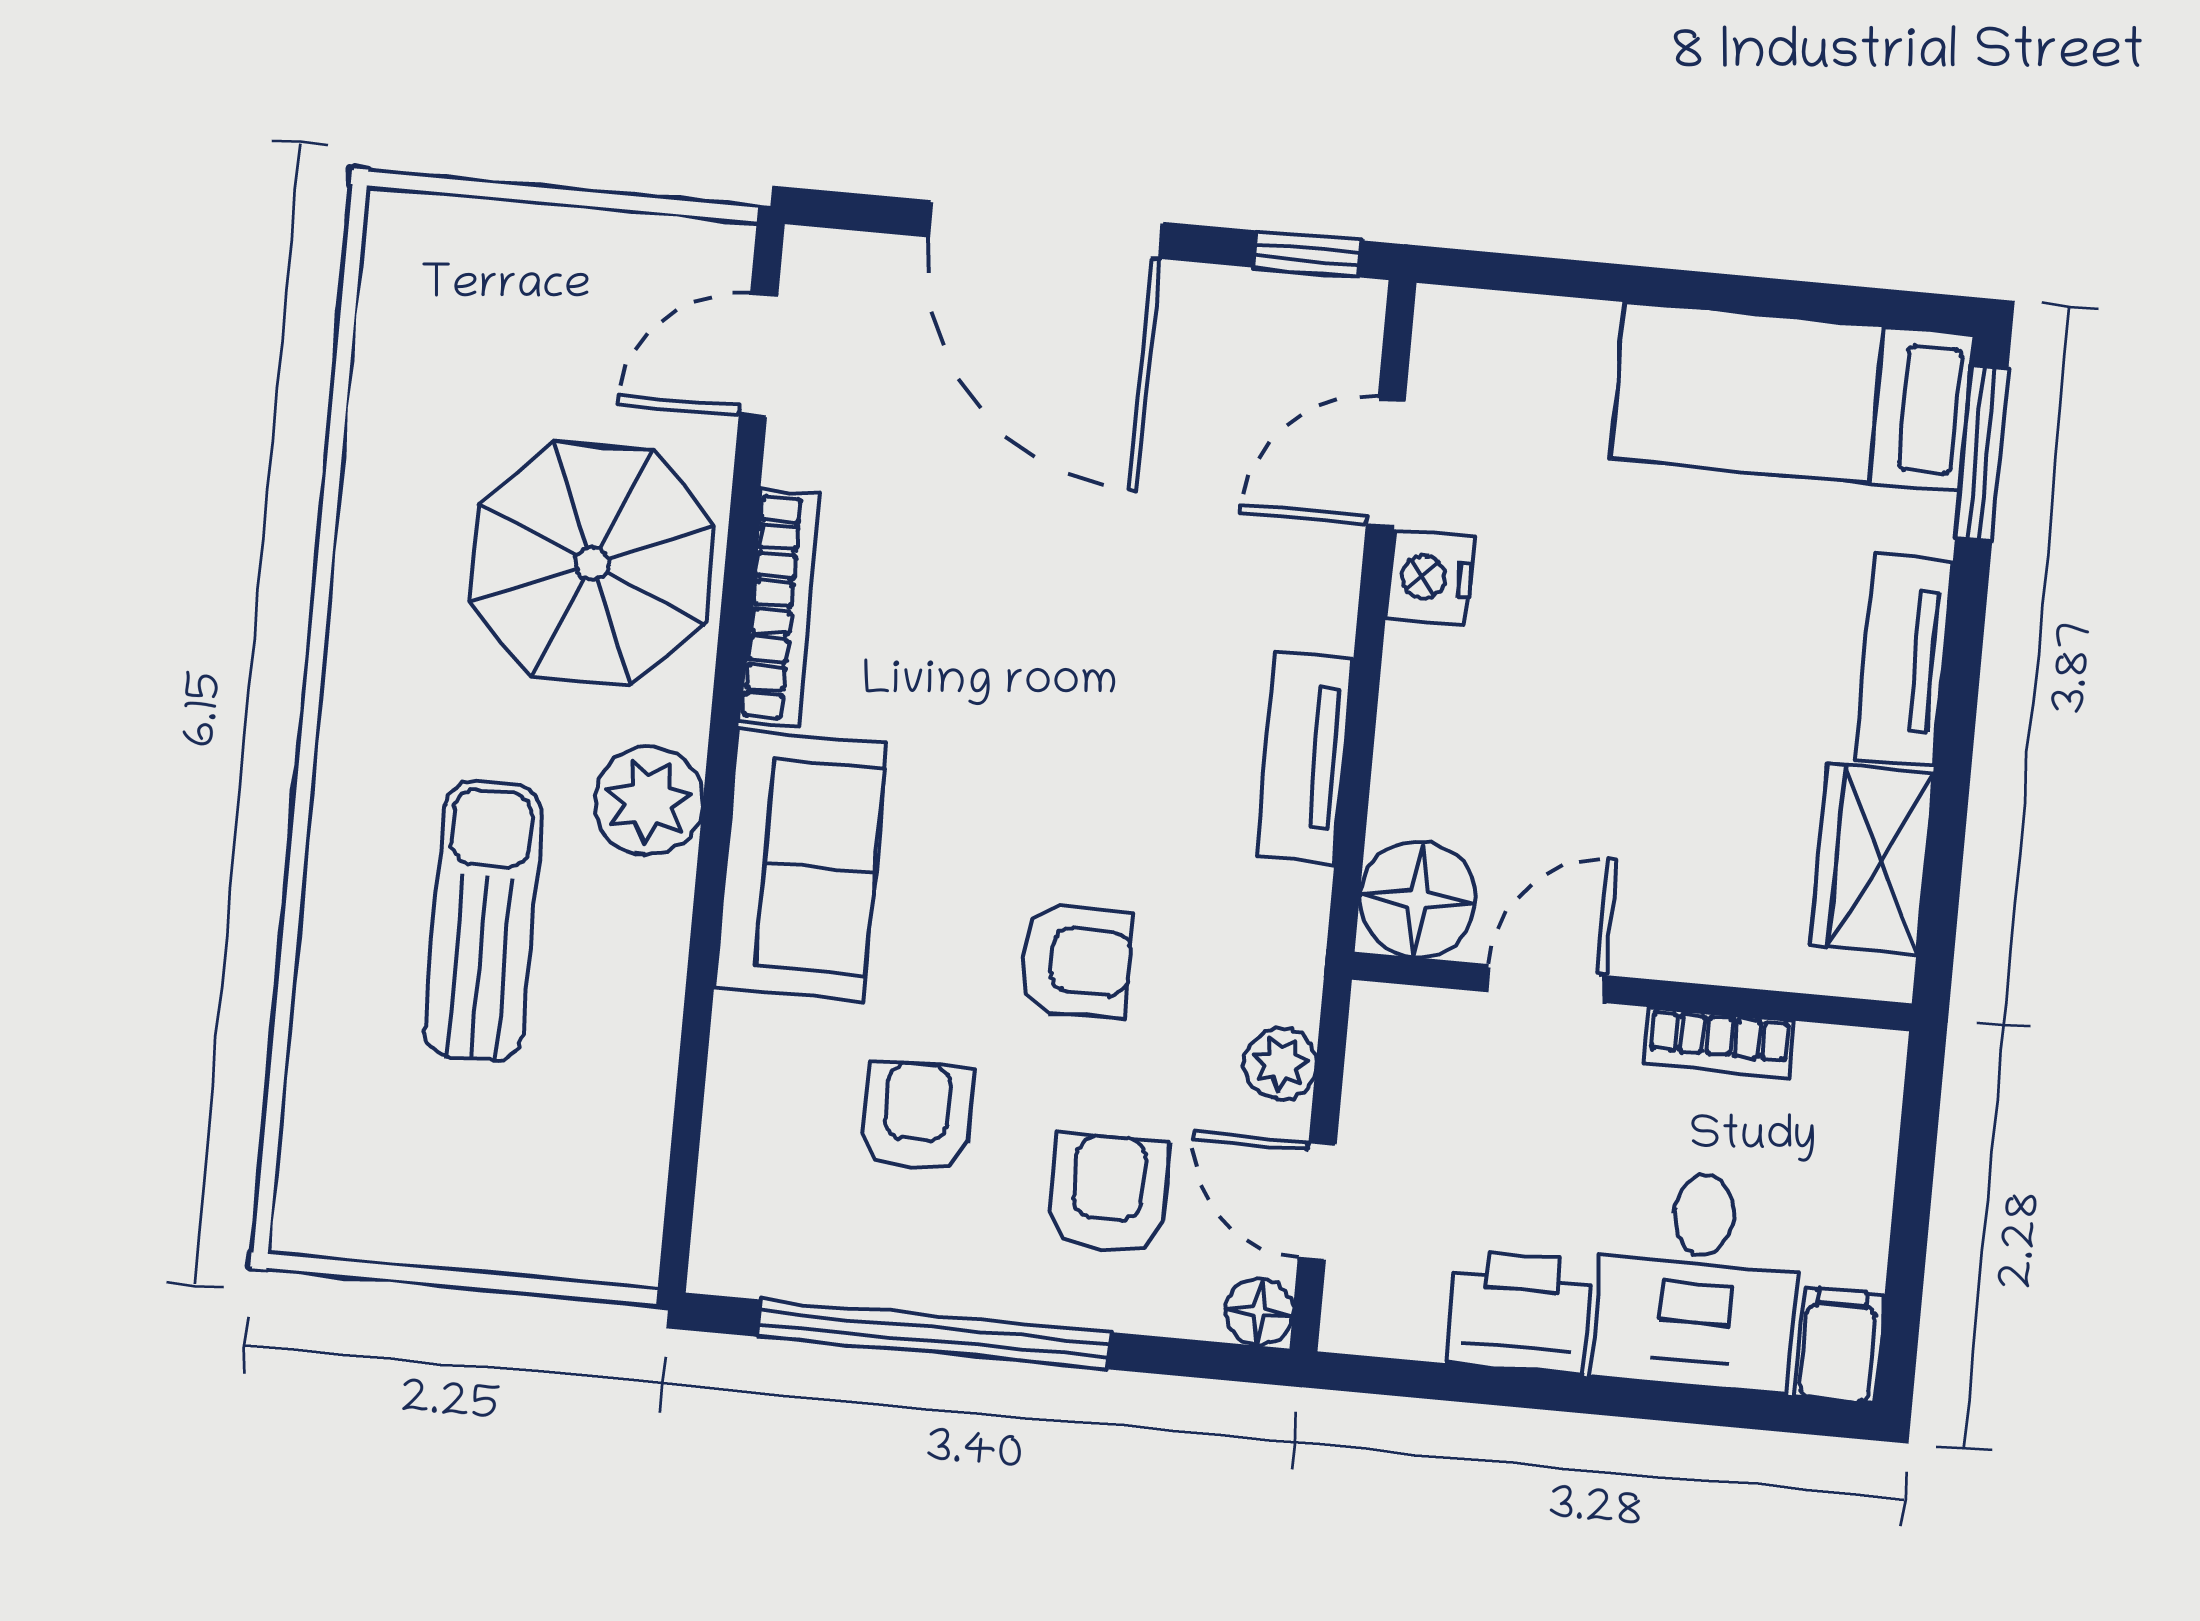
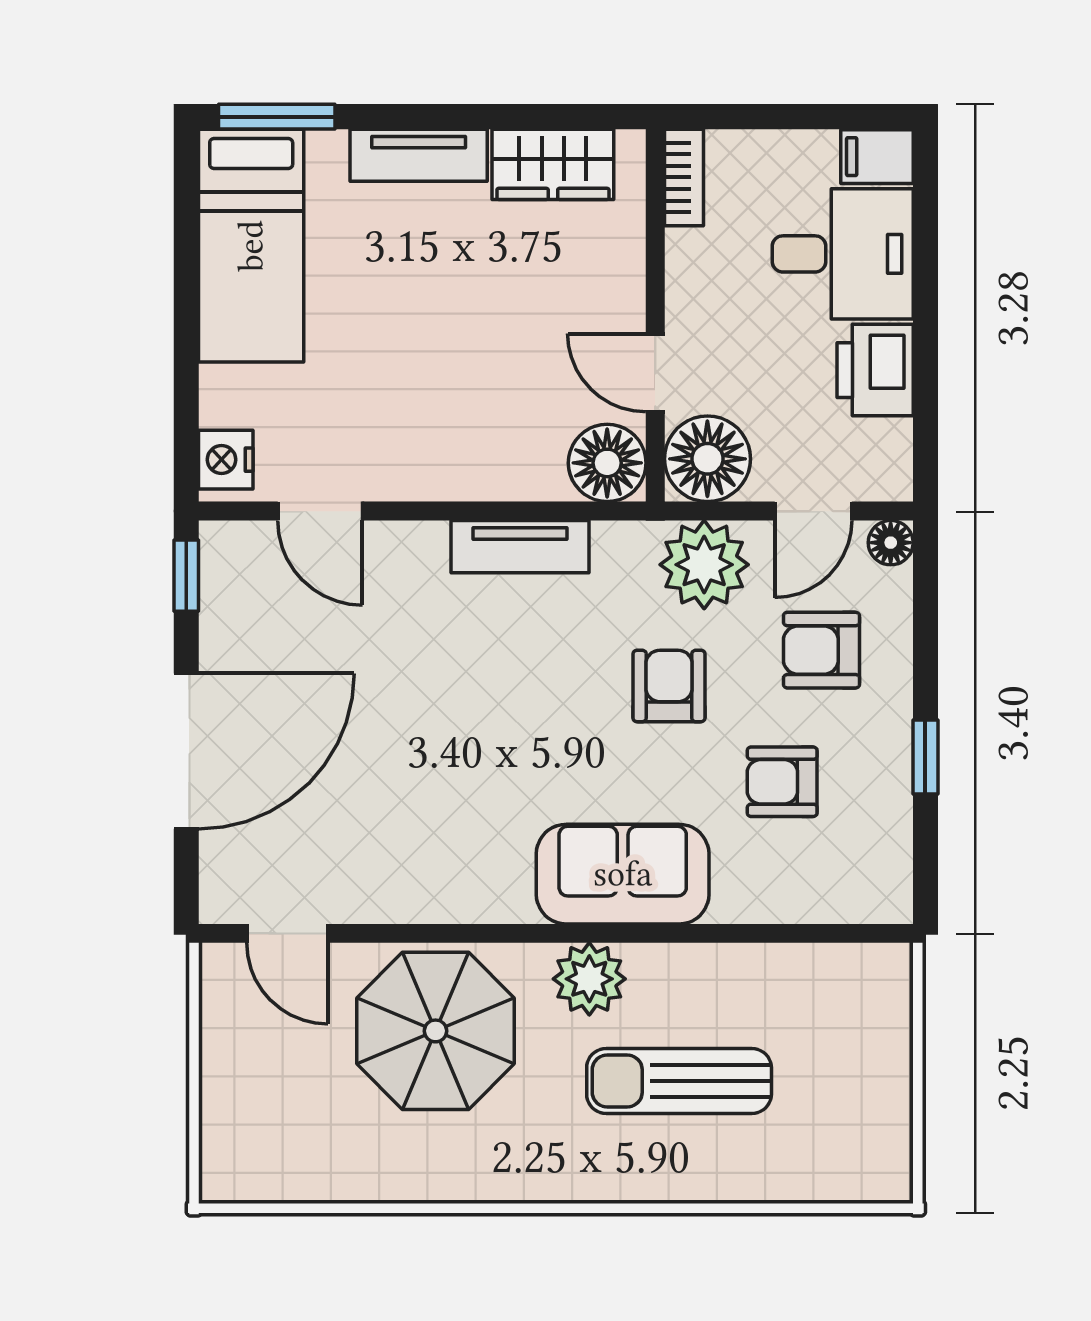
nightstand: (1430, 578) -> (226, 460), moved, turned 90
bookcase: (779, 608) -> (453, 904), removed
bookcase: (1719, 1043) -> (684, 177), moved
floor lamp: (1410, 1050) -> (707, 459), added
plant: (1280, 1064) -> (704, 565), width x1.88, depth x1.88
window: (934, 1334) -> (925, 757), width x0.32

